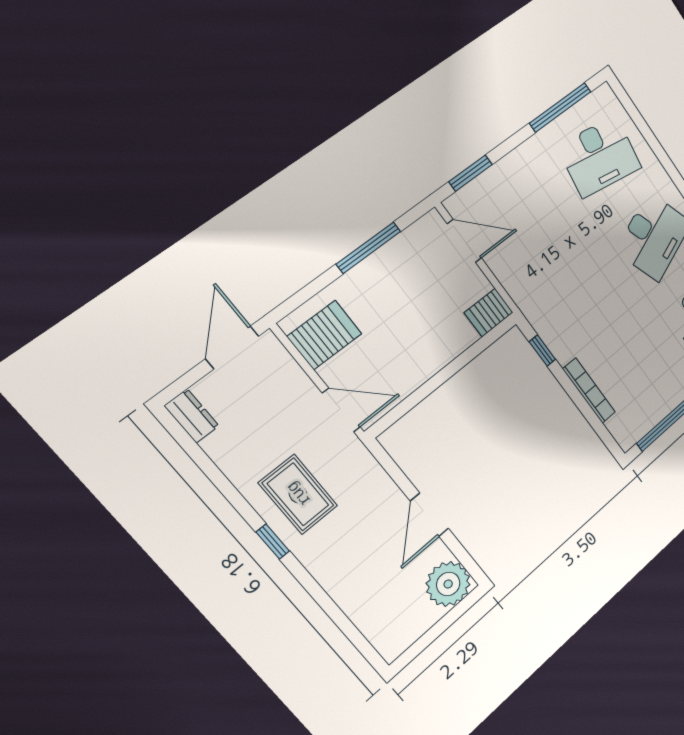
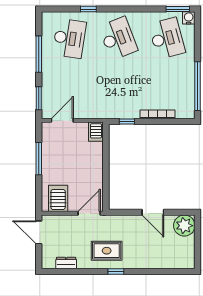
window: (560, 107) -> (39, 54), moved
window: (662, 156) -> (88, 9), added
dresser: (192, 416) -> (66, 263), moved

